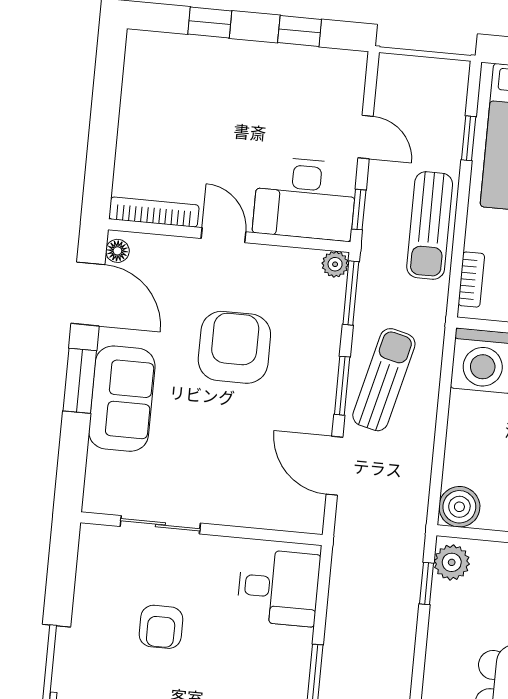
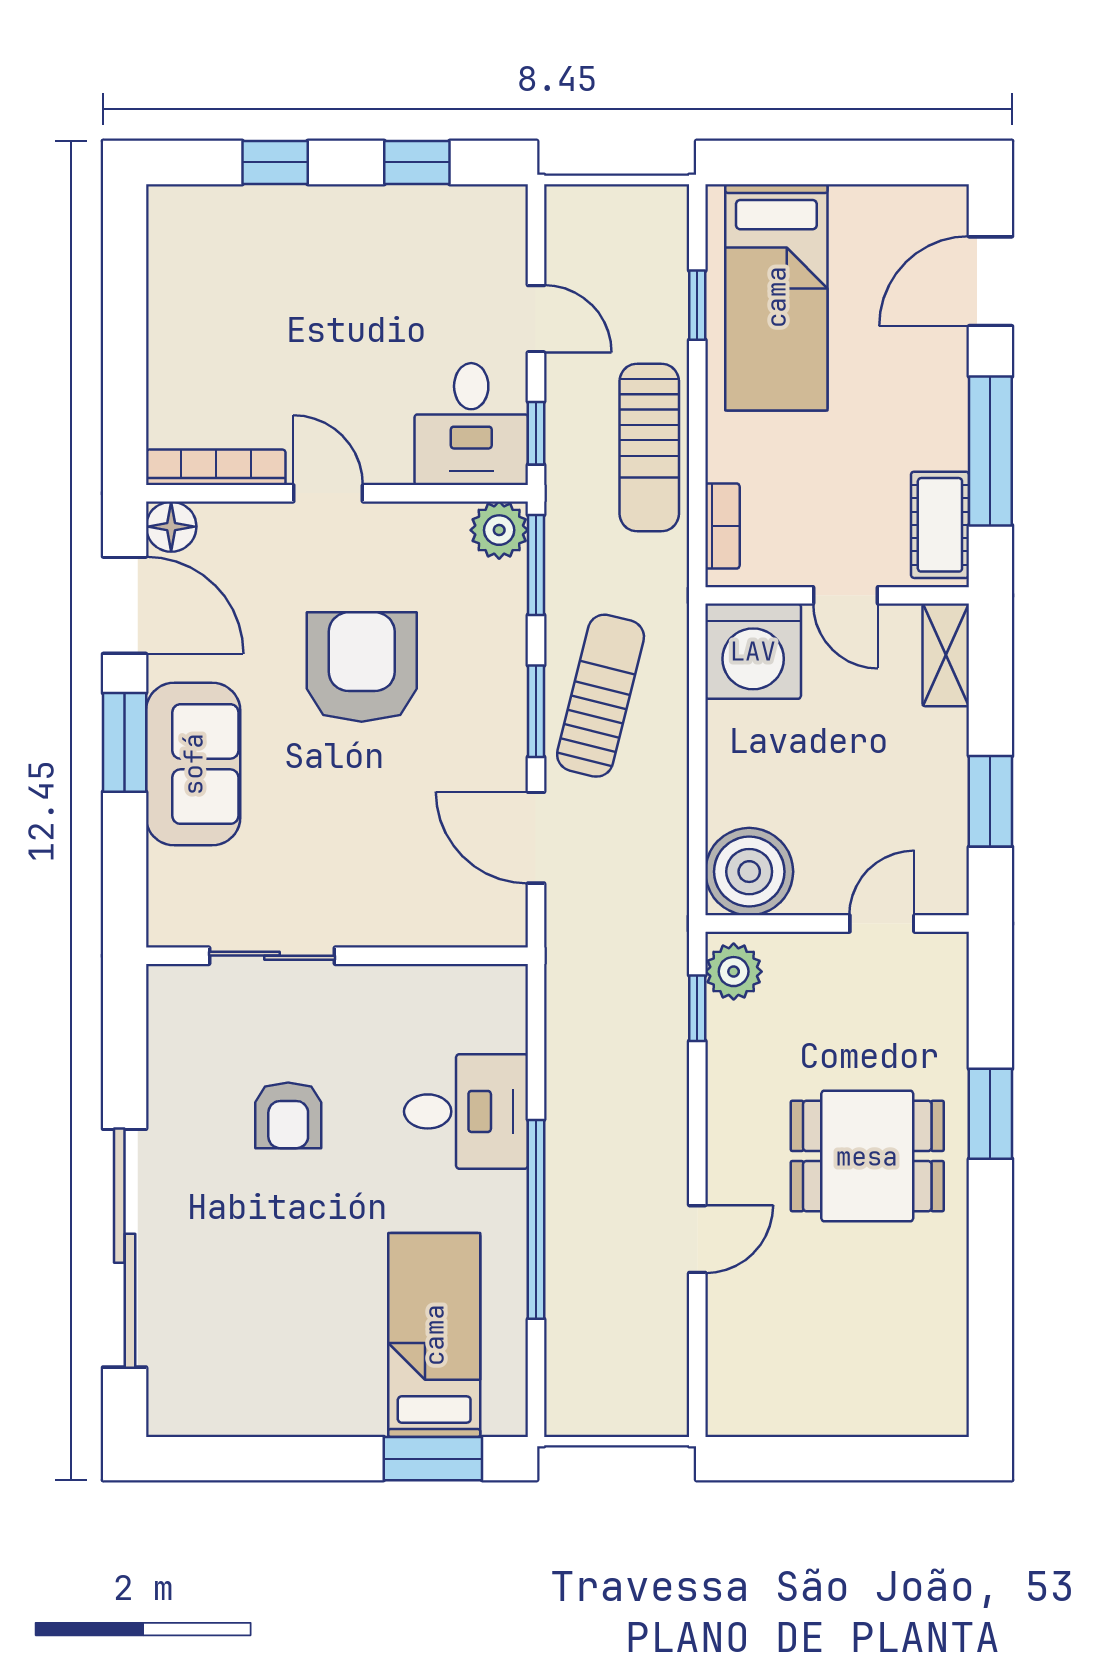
desk: (305, 199) -> (471, 424), width x0.73
floor lamp: (117, 251) -> (171, 527), width x1.37, depth x1.37
plant: (335, 264) -> (499, 530), width x1.38, depth x1.38
boiler: (459, 507) -> (749, 872), width x1.37, depth x1.37
desk: (278, 588) -> (466, 1111), moved

